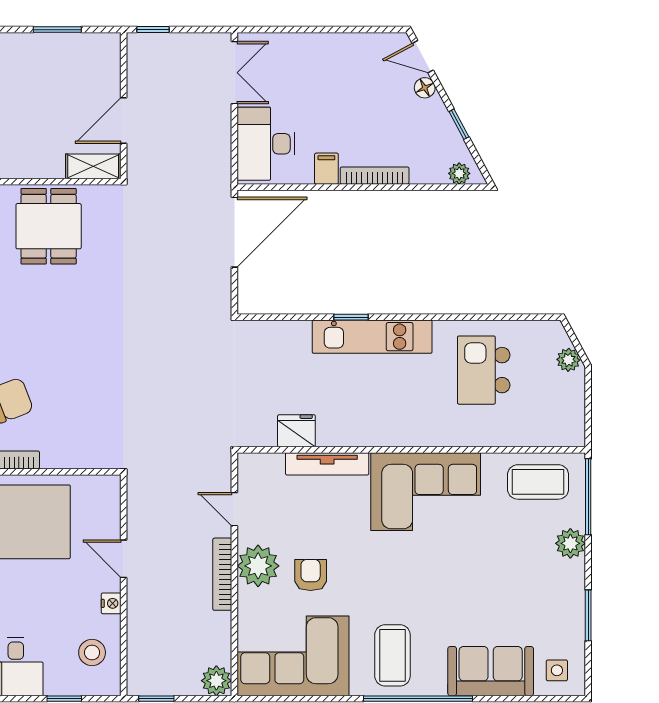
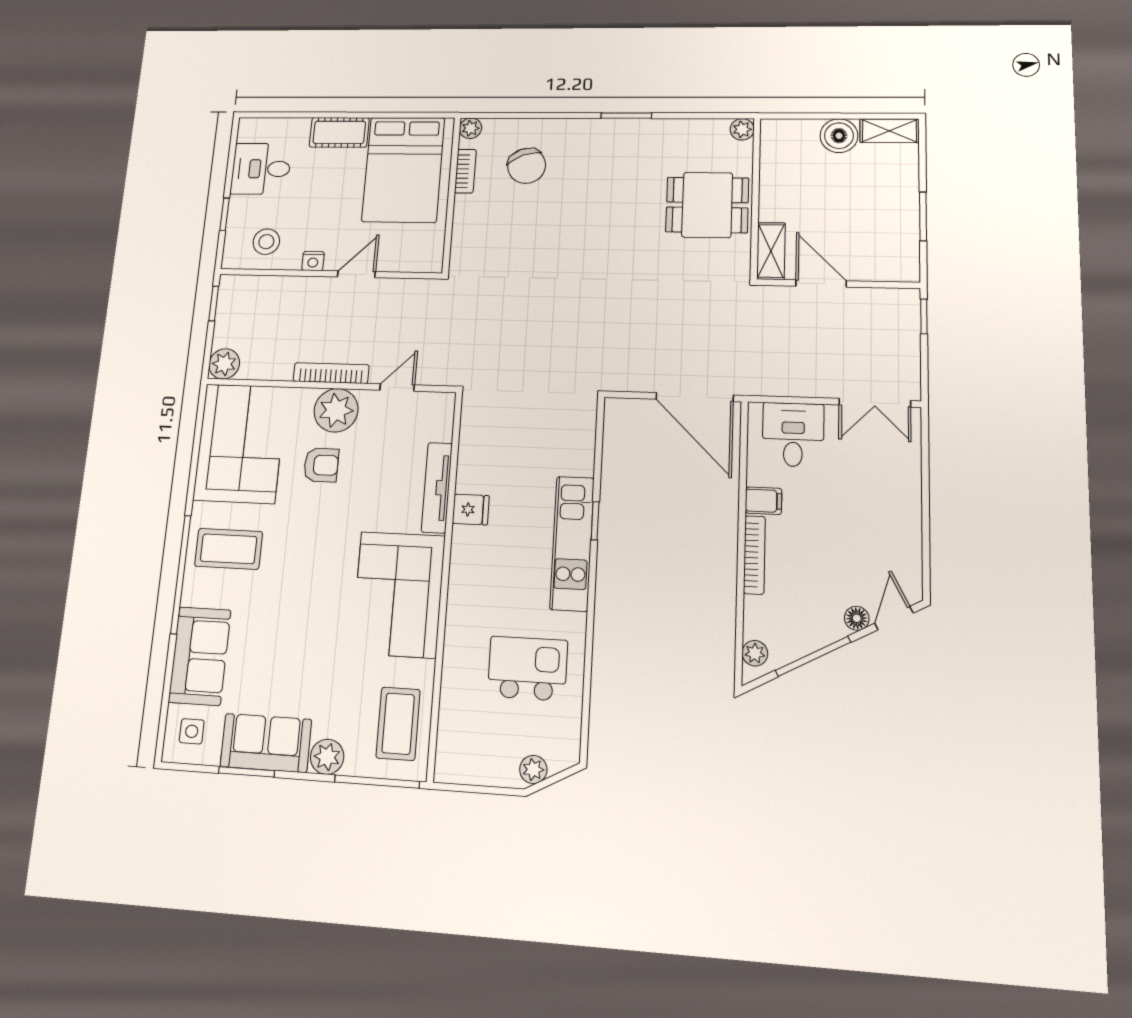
window: (459, 124) -> (813, 656), width x2.17
desk: (266, 144) -> (793, 435), width x0.73
fridge: (296, 431) -> (471, 510), moved, width x0.72
sofa: (562, 600) -> (266, 743), added

